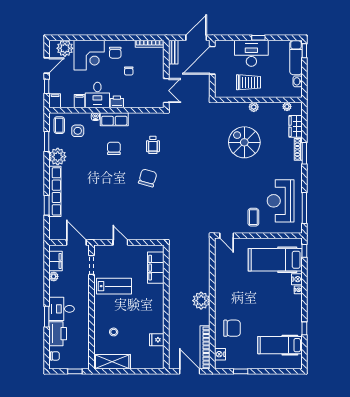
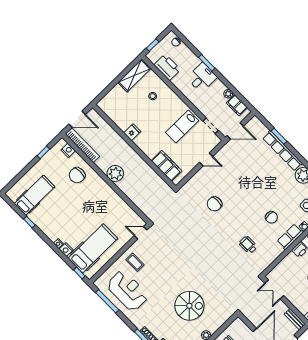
chair: (148, 178) -> (214, 204), moved, turned 74
printer: (58, 334) -> (167, 67), moved, turned 180
fridge: (157, 340) -> (132, 132), moved

